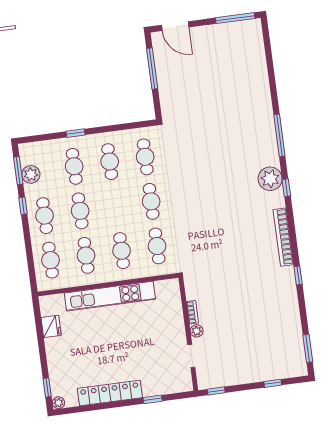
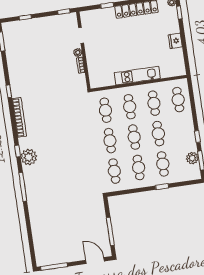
cafe table: (45, 216) -> (134, 137), moved
kitchen unit: (110, 296) -> (137, 76), width x0.73
fridge: (51, 326) -> (175, 41), moved

